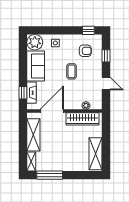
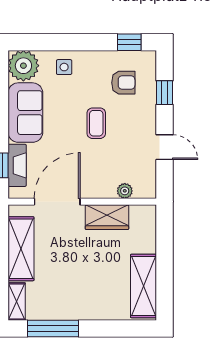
wardrobe: (82, 119) -> (107, 217), width x0.67

